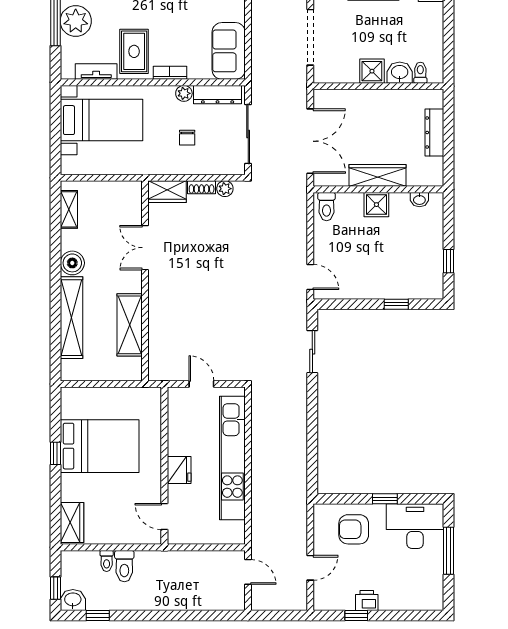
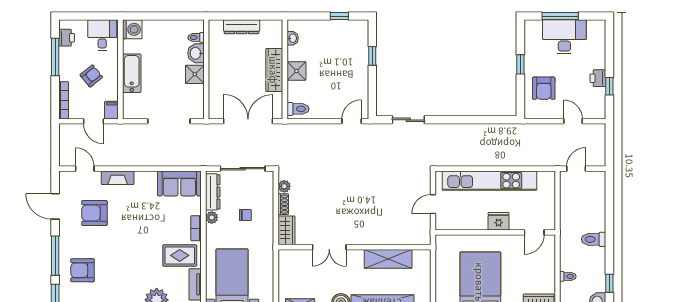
desk: (415, 526) -> (564, 37), moved, turned 90
toilet: (124, 566) -> (594, 239), moved, turned 180

